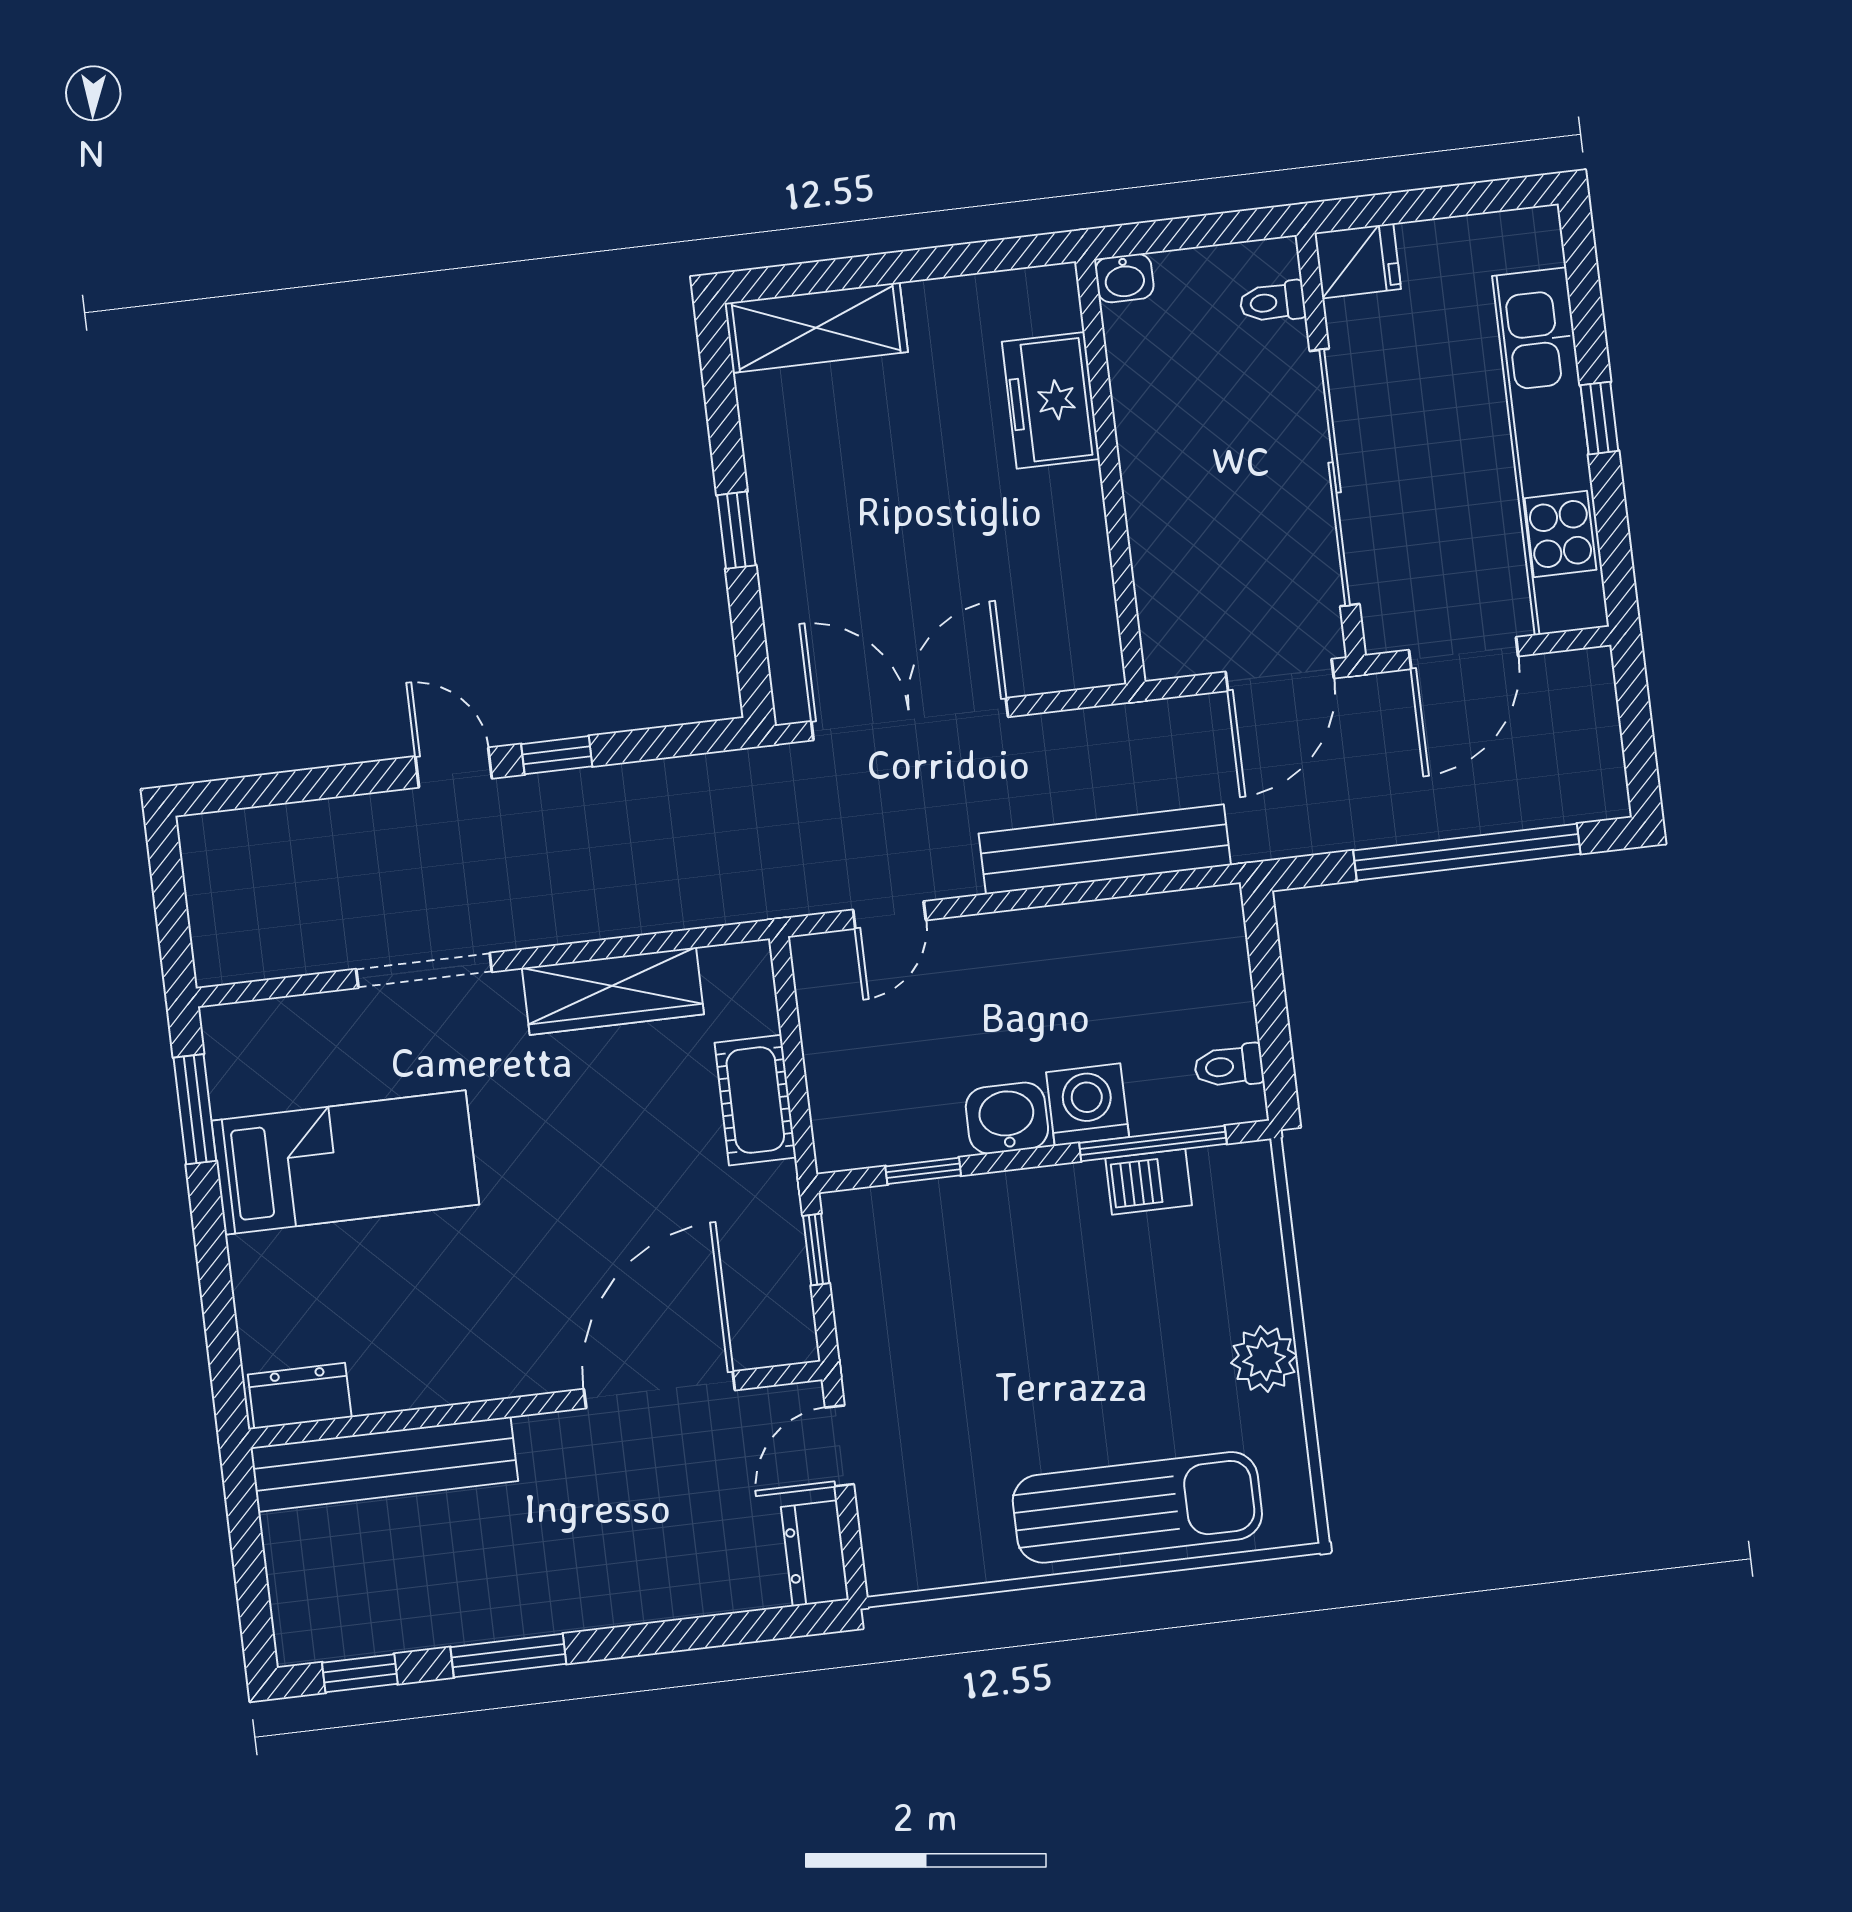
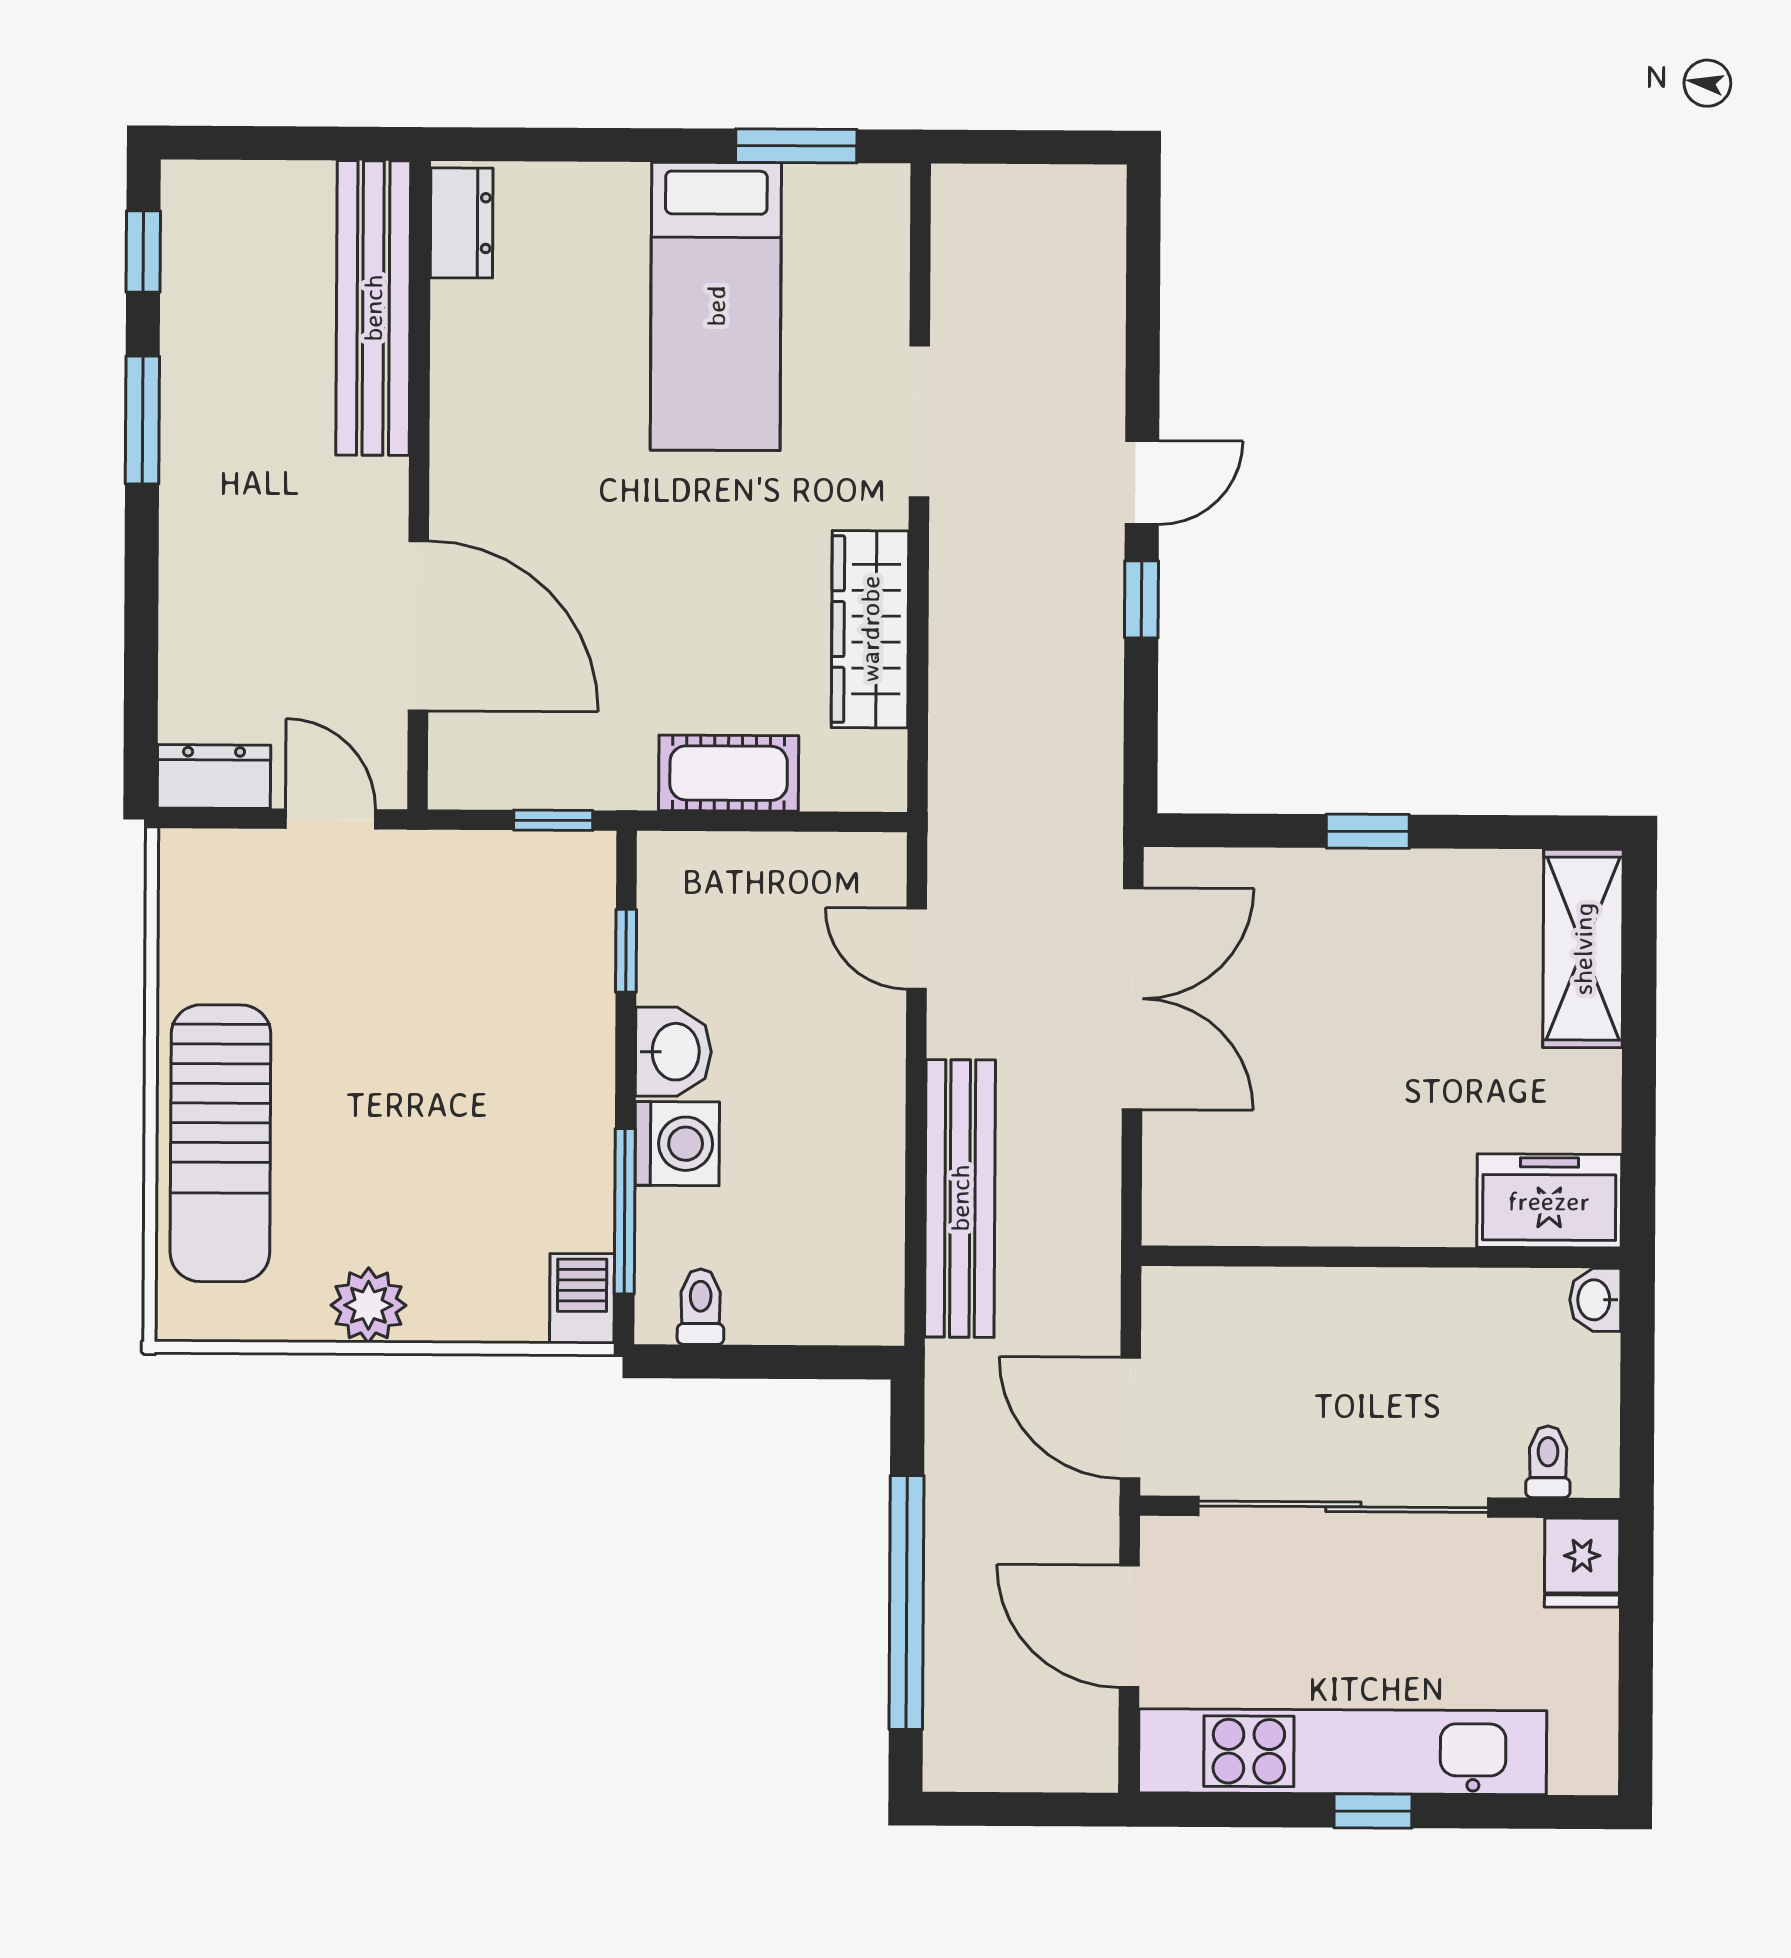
freezer: (1051, 400) -> (1549, 1201), moved
barbecue: (1149, 1182) -> (582, 1299), moved

